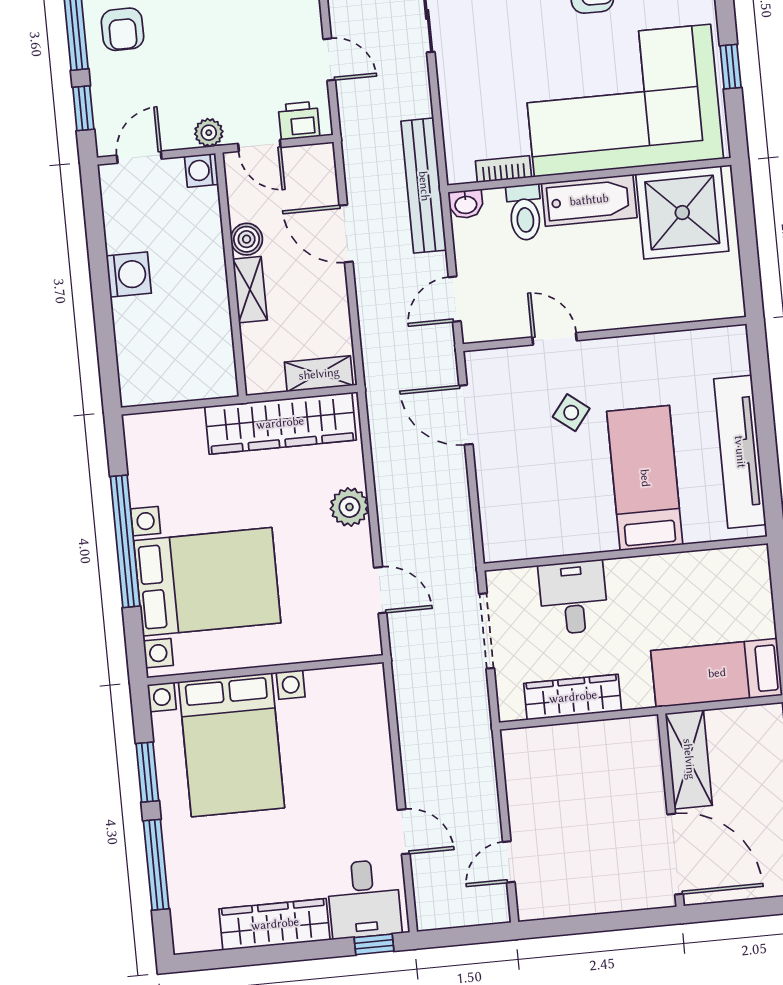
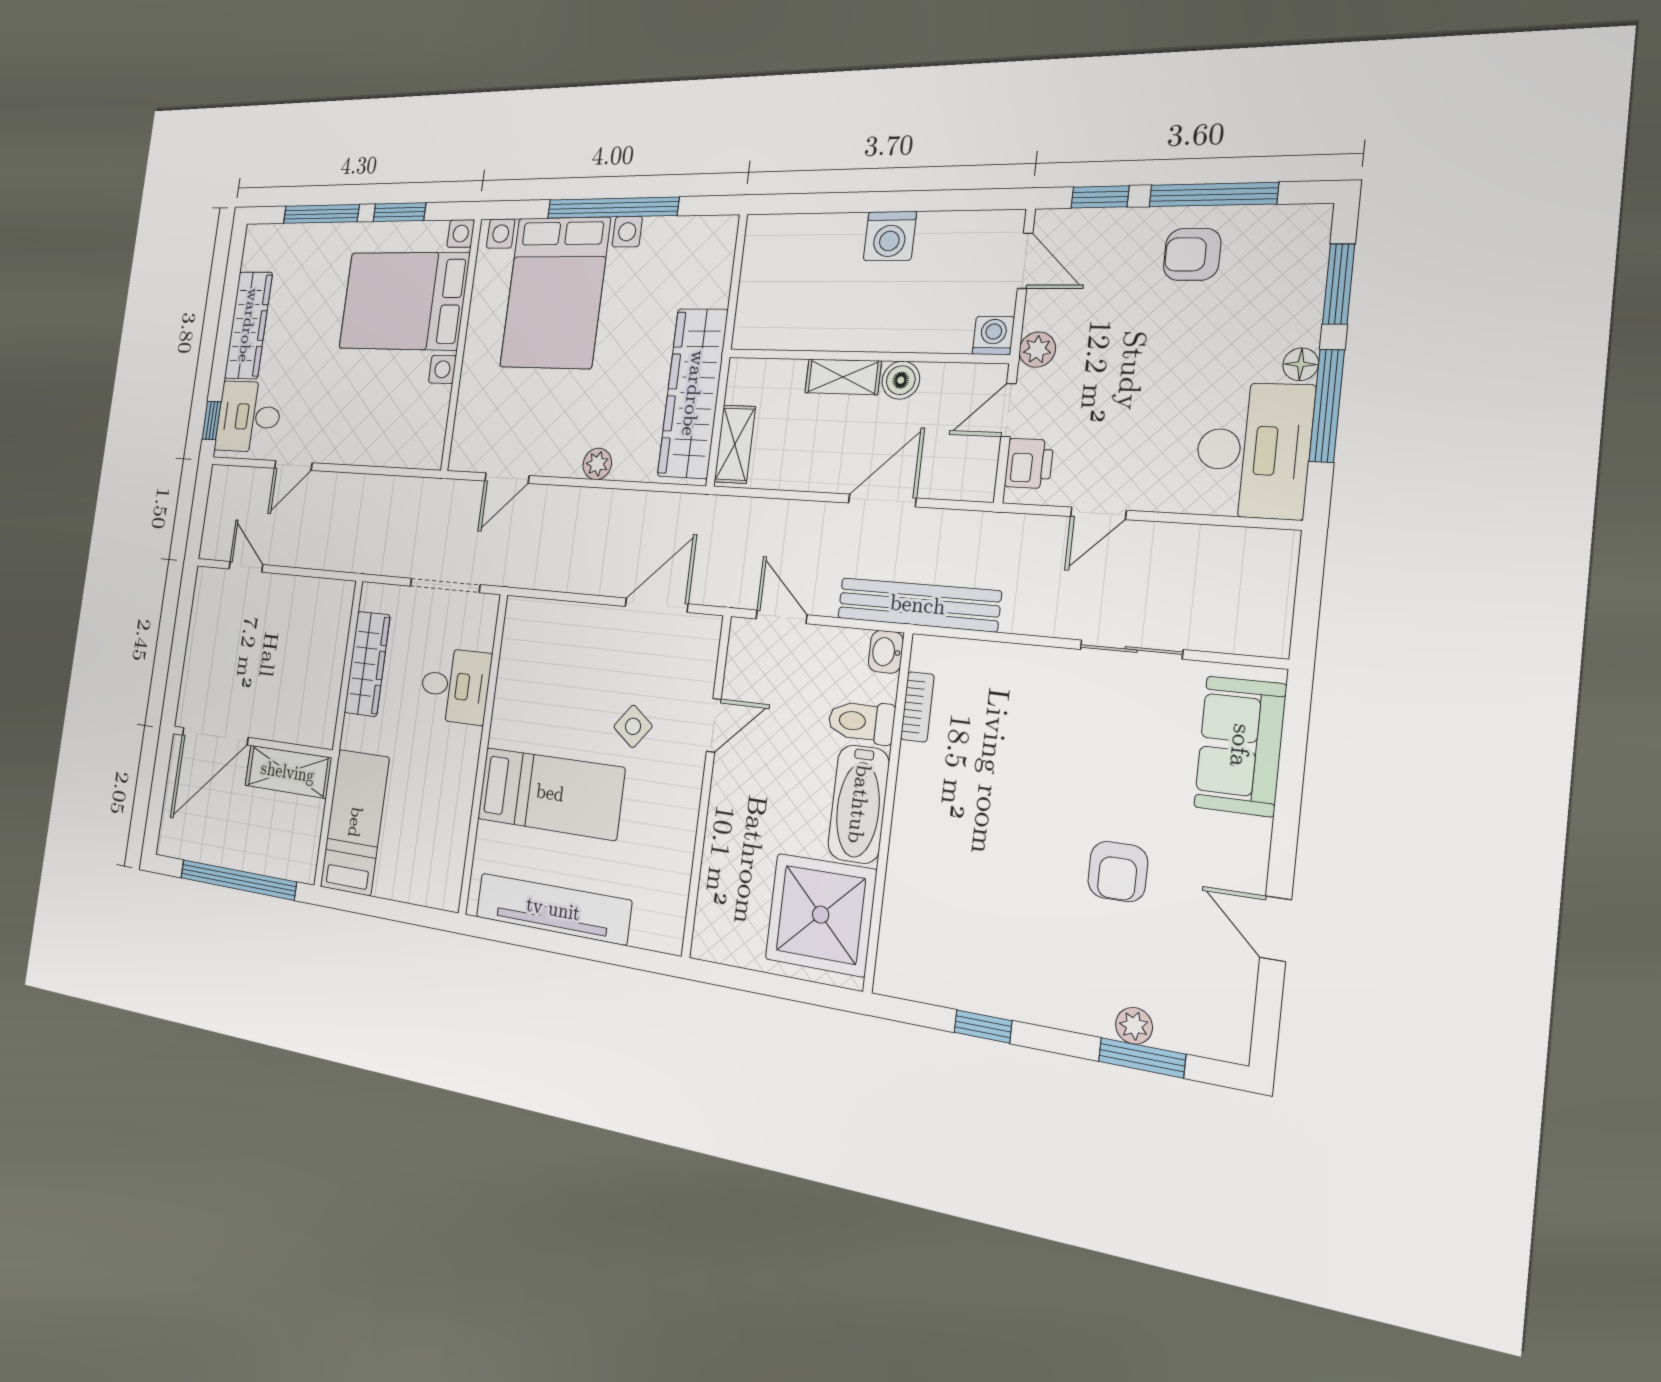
corner sofa: (622, 101) -> (969, 876), removed
plant: (349, 507) -> (597, 464), width x0.73, depth x0.73

